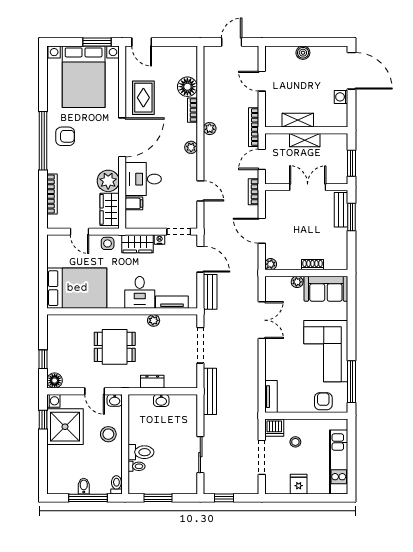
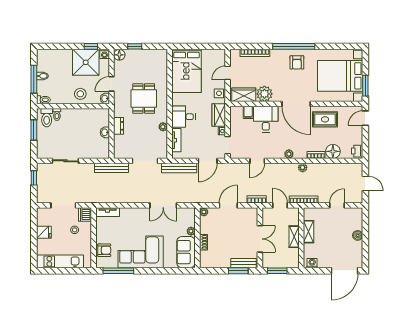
printer: (187, 53) -> (357, 151), added
washing machine: (341, 97) -> (312, 263), moved
bench: (210, 292) -> (179, 168), width x1.36
toilet: (141, 452) -> (47, 118), moved

